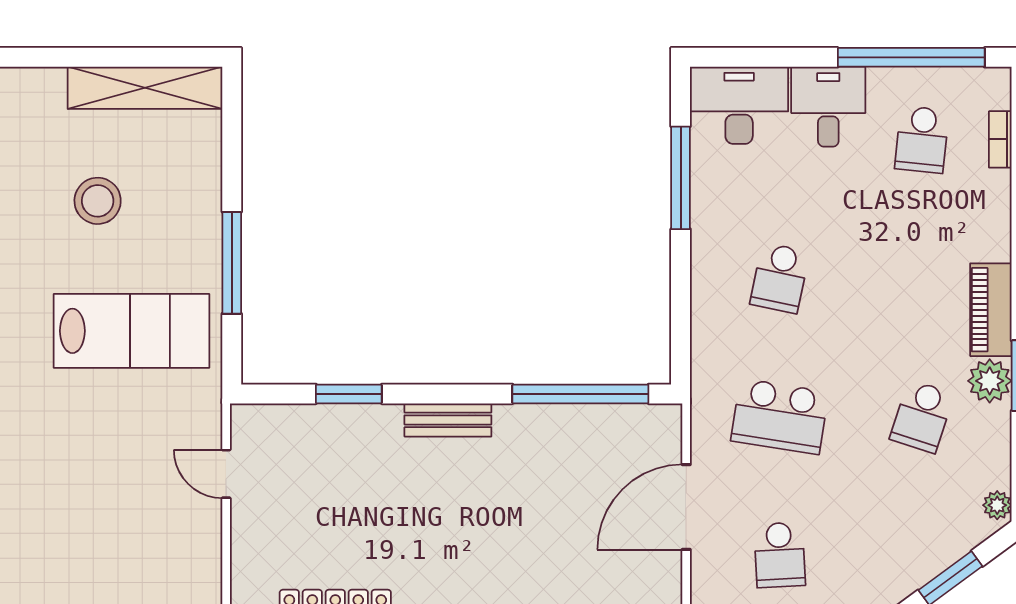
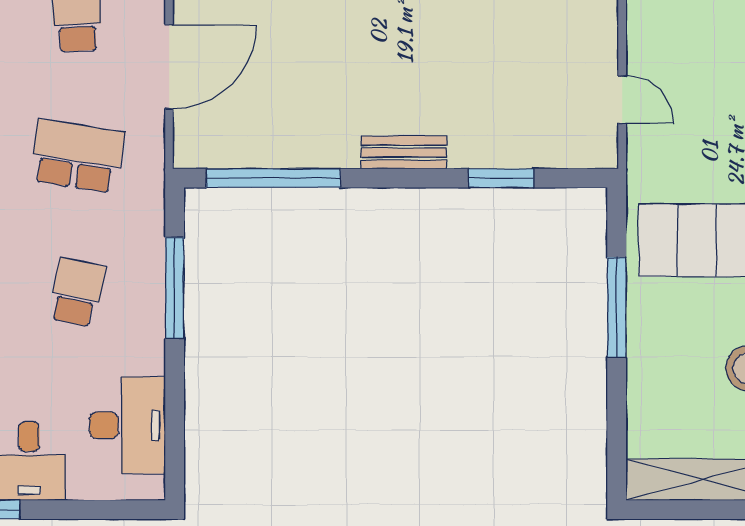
desk: (739, 105) -> (127, 425), moved, turned -90
window: (681, 178) -> (175, 288), moved

